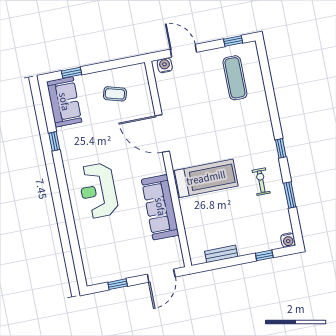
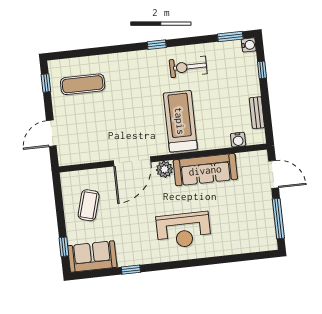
water cooler: (165, 65) -> (238, 140), moved, turned -90
coffee table: (115, 94) -> (89, 205), width x1.36, depth x1.30
plant: (157, 166) -> (164, 169), added
exercise bike: (261, 182) -> (188, 67), width x1.38, depth x1.39
window: (290, 195) -> (230, 36), moved
window: (118, 284) -> (278, 218), width x2.17

